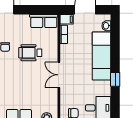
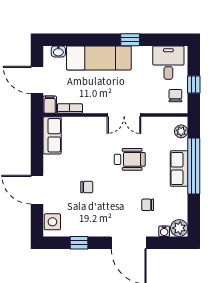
wheelchair: (30, 53) -> (130, 159), moved, turned -90

